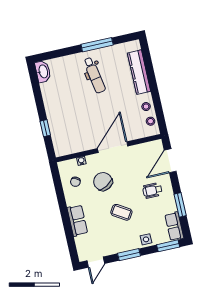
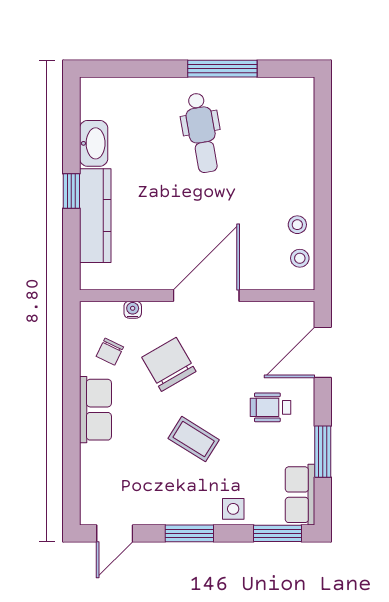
washbasin: (43, 71) -> (94, 143), moved
kitchen counter: (139, 72) -> (95, 216), moved, turned 180
window: (45, 128) -> (71, 191), moved
row of seats: (77, 220) -> (95, 410), moved

